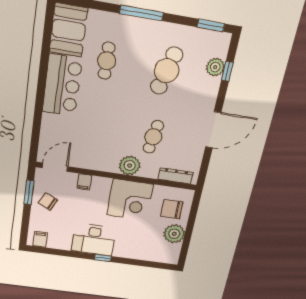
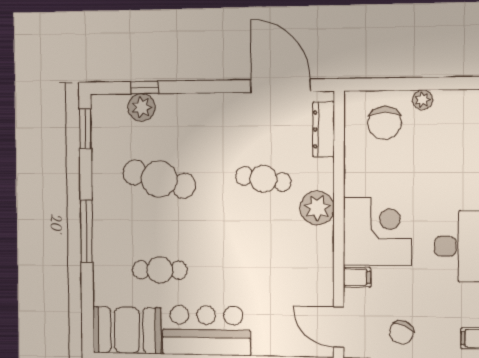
door: (213, 130) -> (280, 86), moved
corner desk: (130, 200) -> (378, 231), moved
plant: (174, 234) -> (423, 100), width x0.53, depth x0.53

